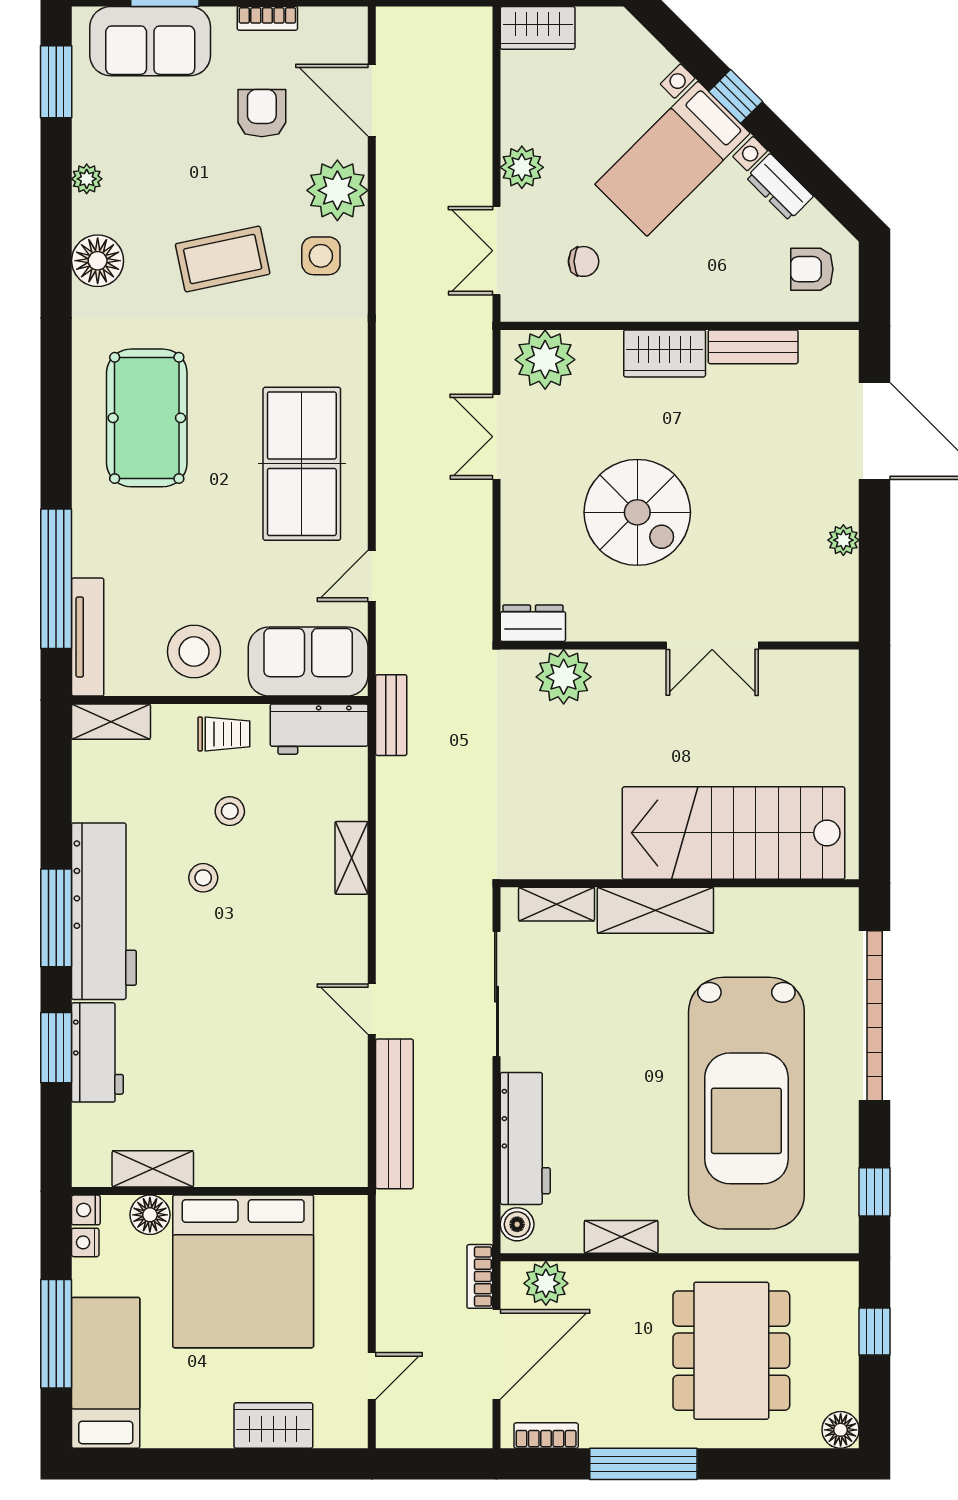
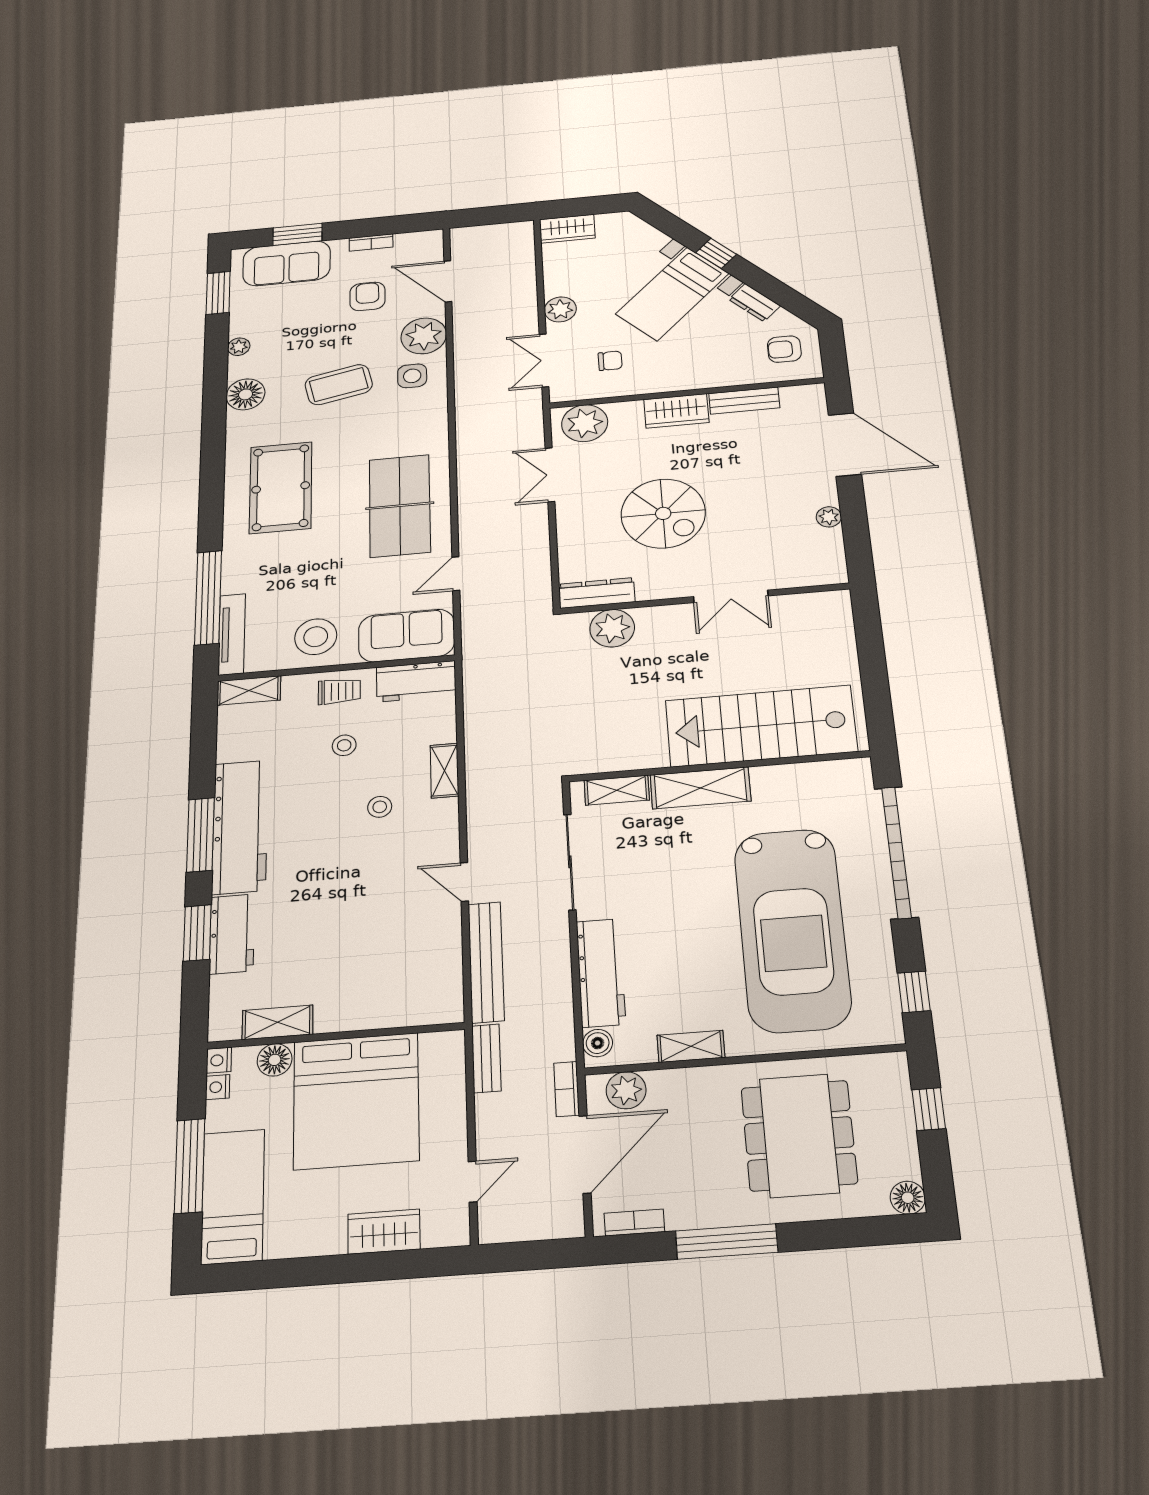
dresser: (533, 623) -> (597, 593), width x1.44
bench: (391, 715) -> (486, 1058), moved
stool: (203, 878) -> (380, 807), moved

